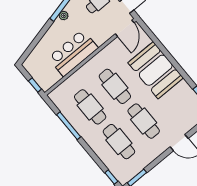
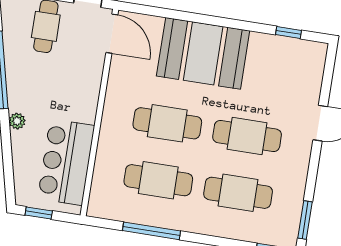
plant: (64, 16) -> (17, 121), moved
bar counter: (73, 53) -> (66, 162), moved
window: (35, 85) -> (39, 213), moved

